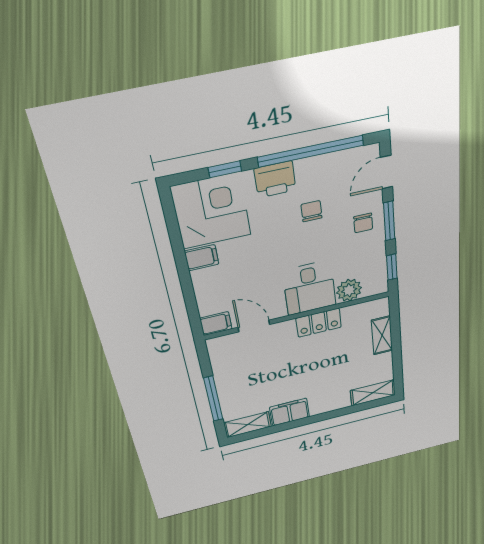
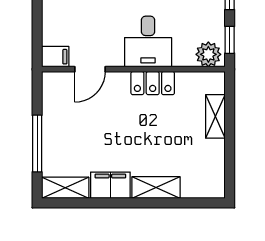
plant: (349, 290) -> (208, 54), moved
door: (254, 326) -> (90, 69), swing flipped
shelving: (373, 393) -> (156, 188), moved

